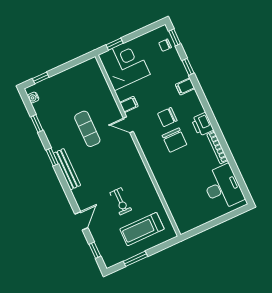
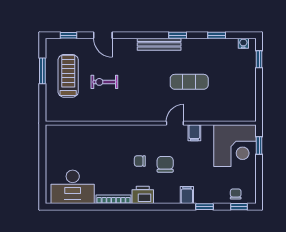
chair: (174, 140) -> (140, 161), width x0.54, depth x0.54
treadmill: (142, 229) -> (68, 76), moved

